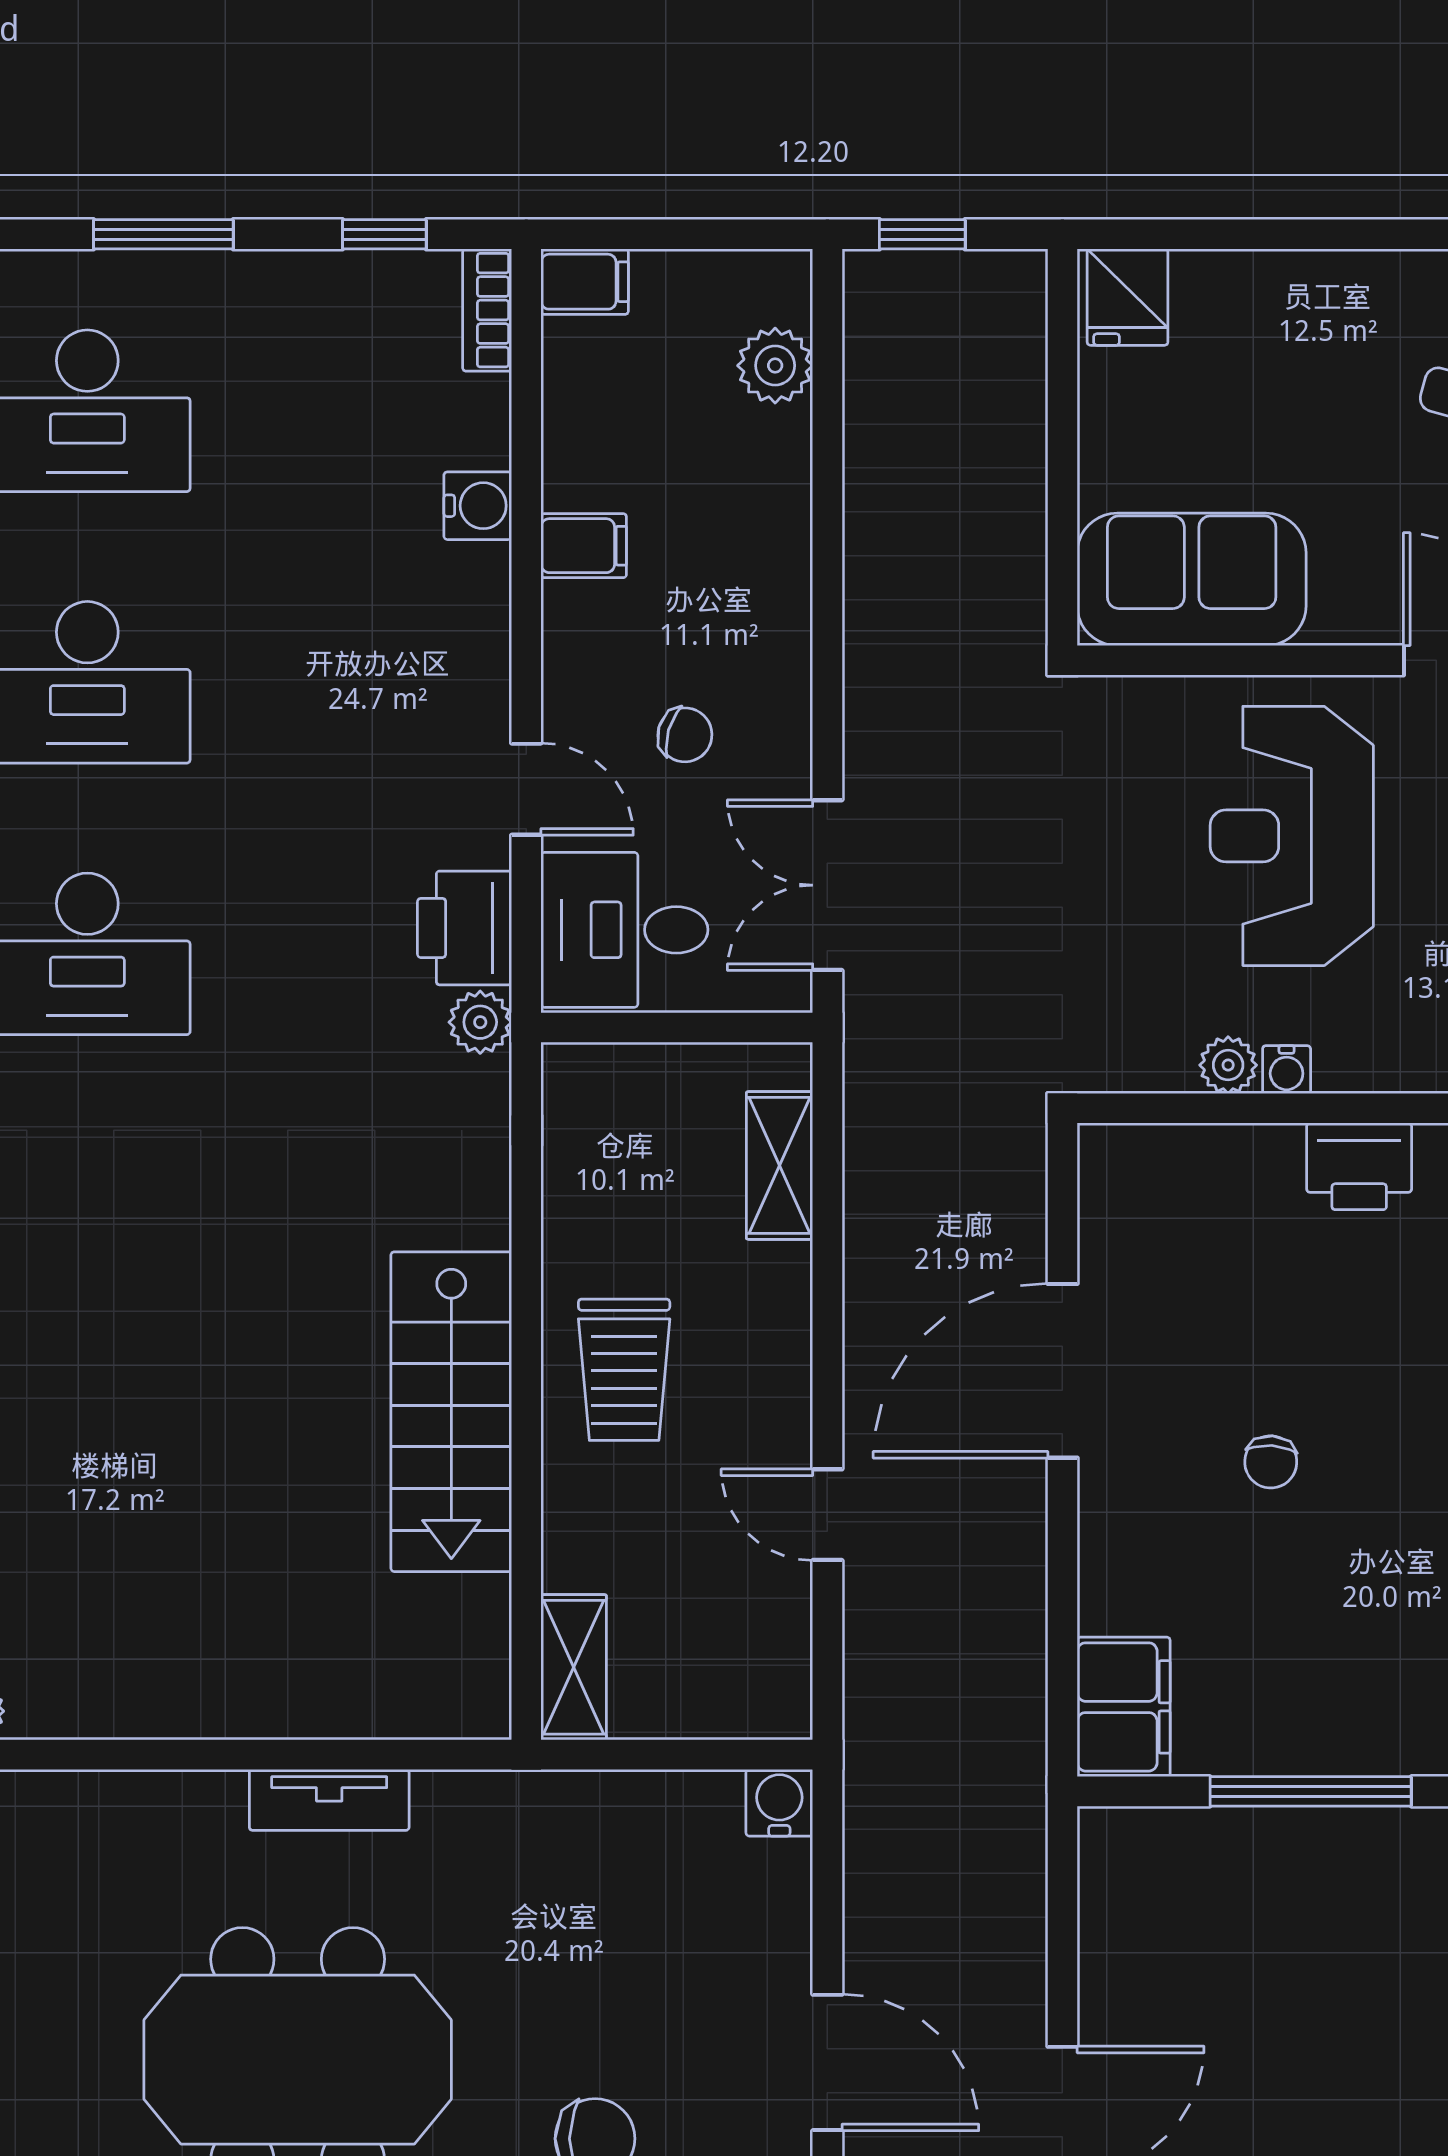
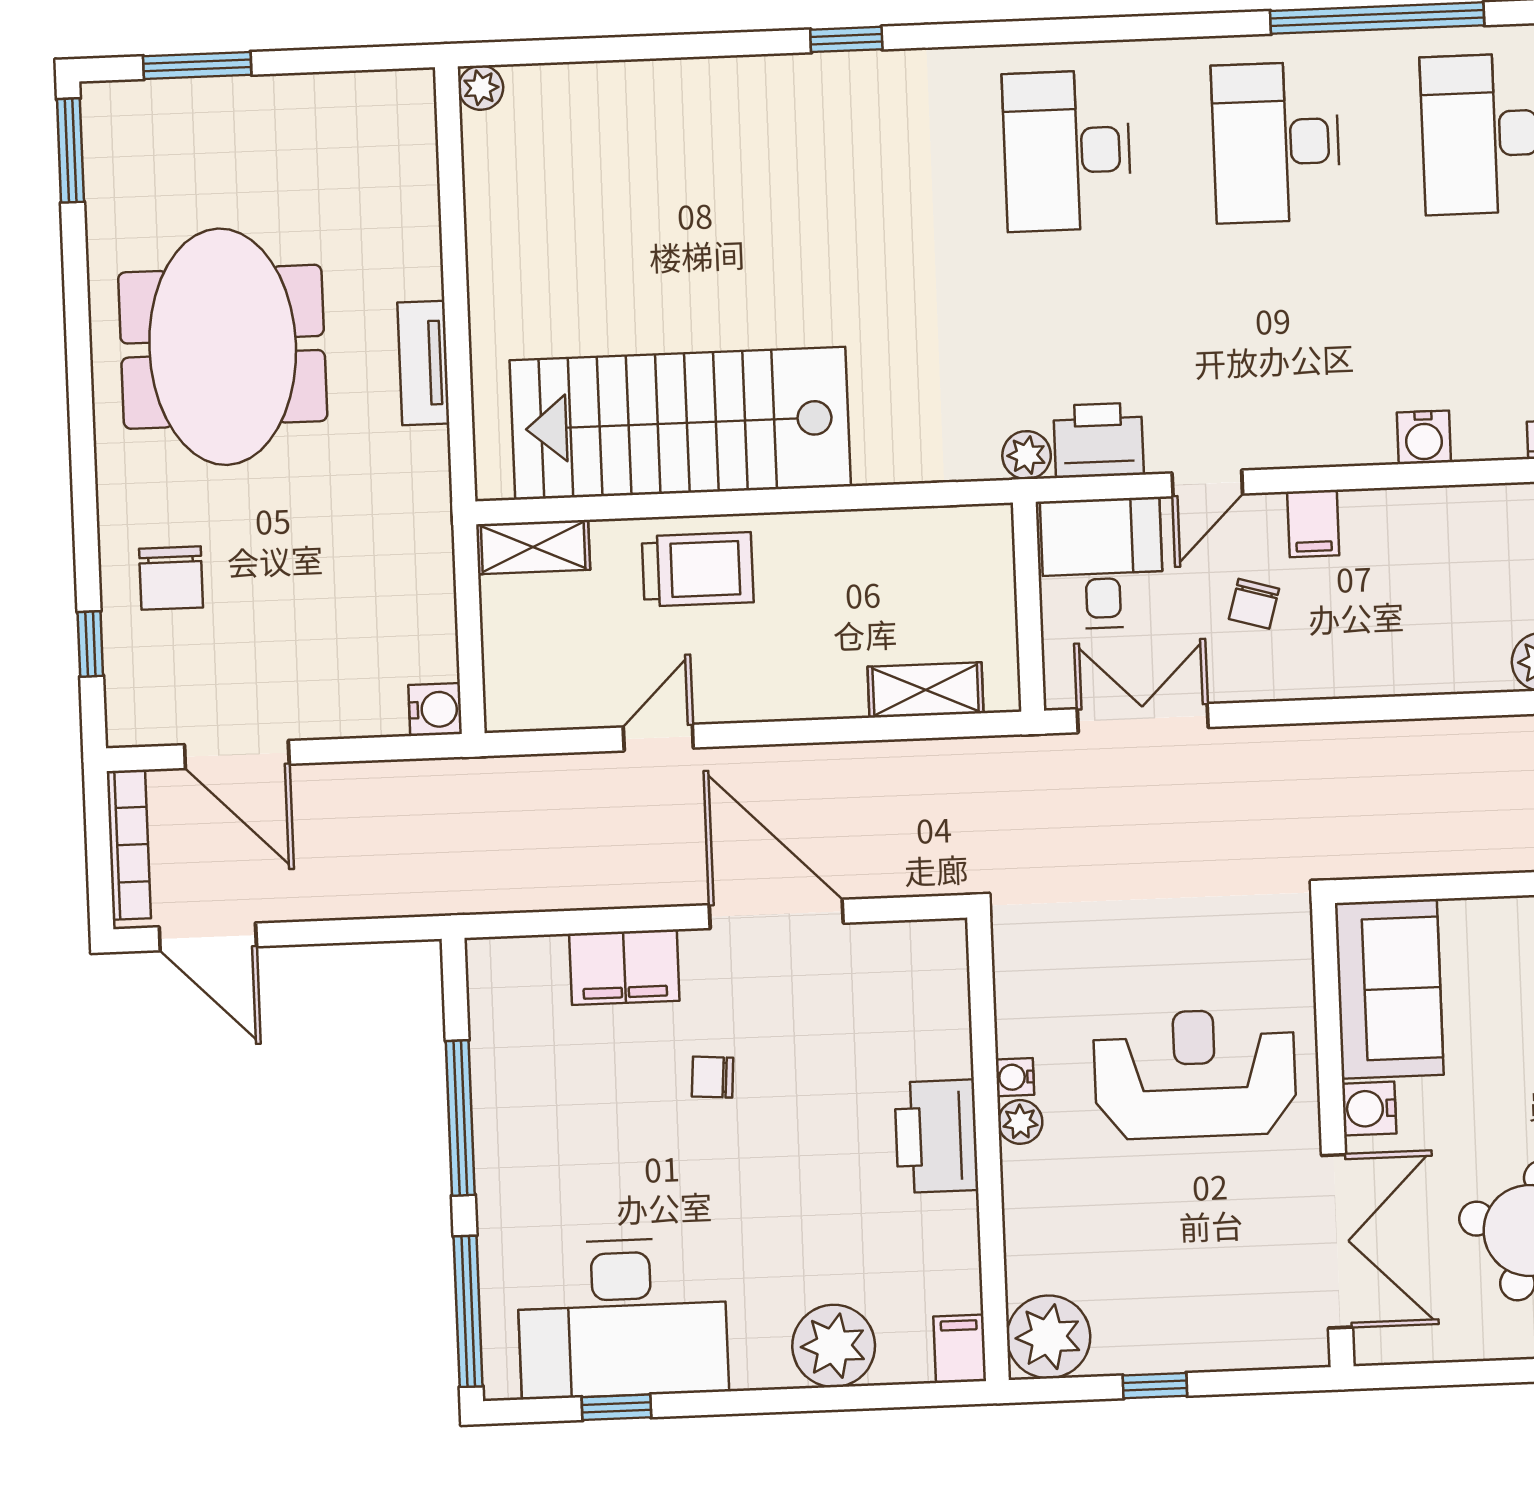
filing cabinet: (584, 546) -> (1313, 523), moved
water cooler: (1346, 612) -> (1369, 1109), added
plant: (1228, 1065) -> (1020, 1122), moved
printer: (1359, 1166) -> (936, 1136), width x1.37, depth x1.19
trolley: (624, 1370) -> (698, 569), moved, turned 180
stairs: (451, 1412) -> (680, 423), width x1.36, depth x1.51
filing cabinet: (1124, 1707) -> (624, 967), moved
door: (827, 2062) -> (237, 755), hinge flipped

